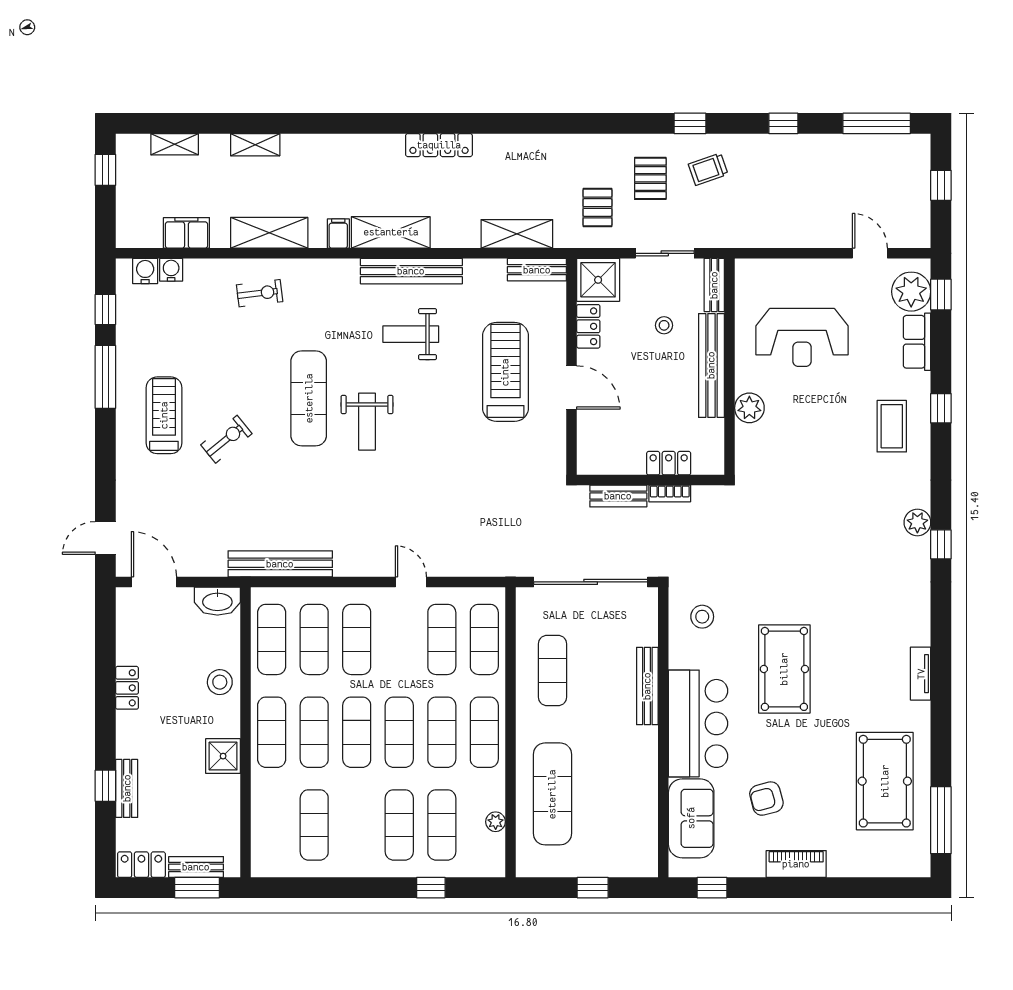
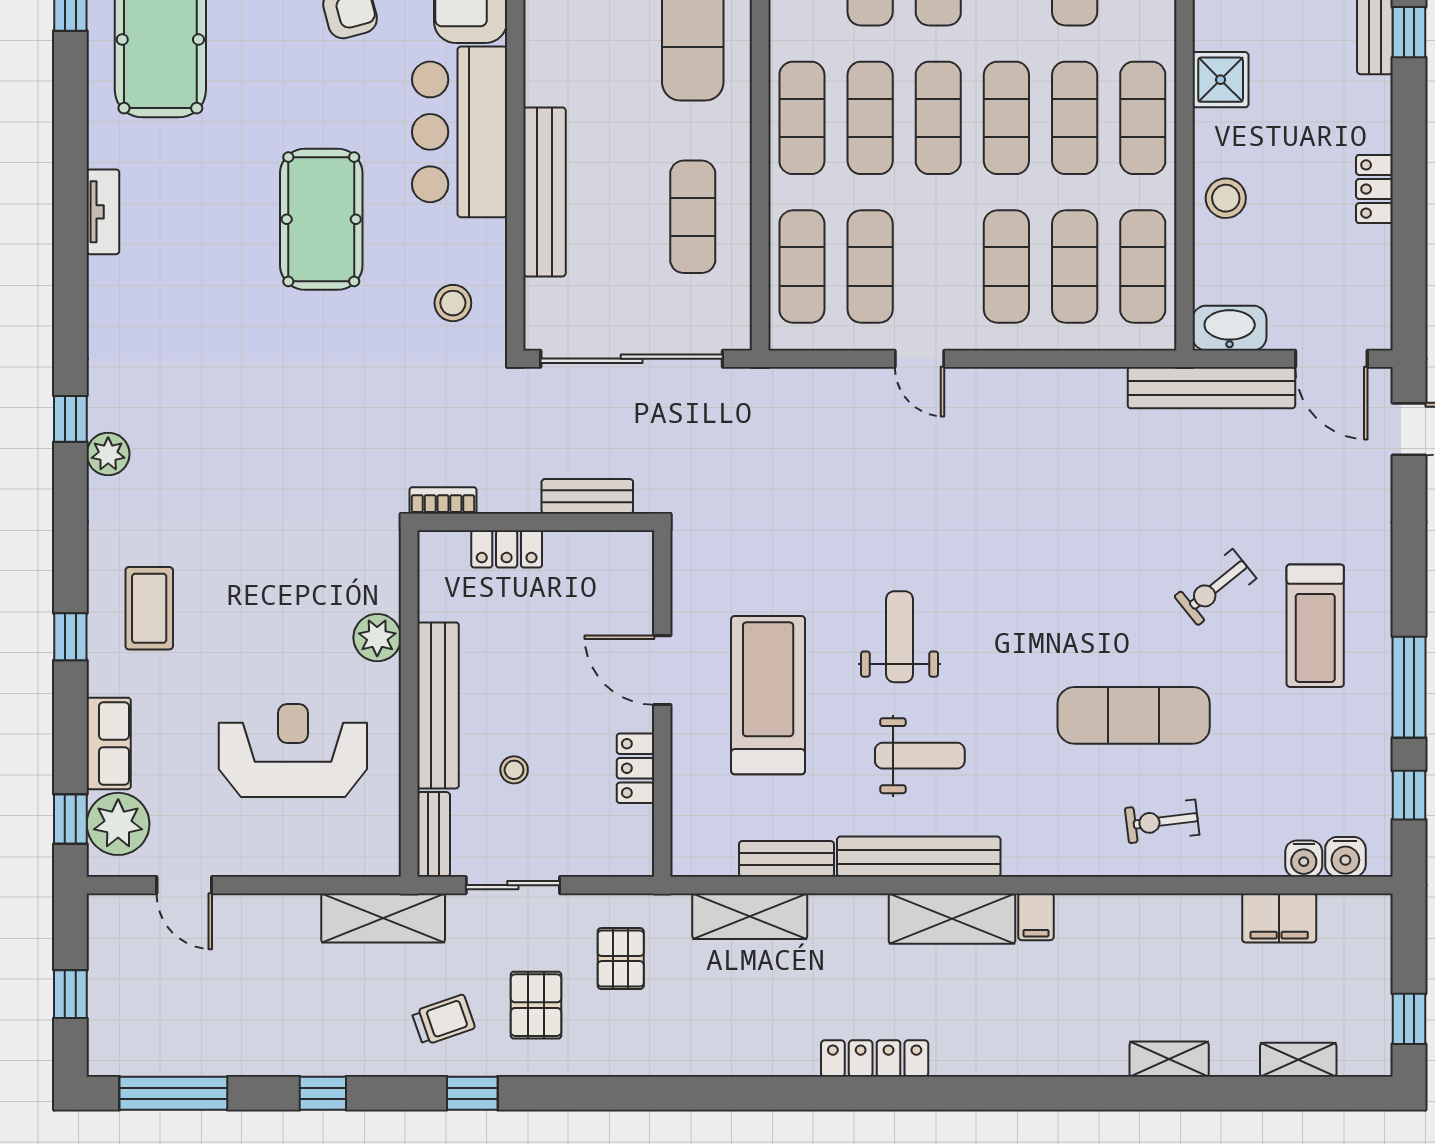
shelving: (269, 233) -> (383, 918), moved
bench: (537, 270) -> (787, 859), moved
shower: (598, 280) -> (620, 843), removed
treadmill: (505, 372) -> (768, 695), turned 180
exercise mat: (309, 398) -> (1134, 715), moved, turned 90
weight bench: (367, 422) -> (900, 637), moved
bookcase: (670, 493) -> (443, 500), moved
bench: (280, 564) -> (1211, 388), moved
bench: (647, 686) -> (544, 192), width x1.37, depth x1.21

